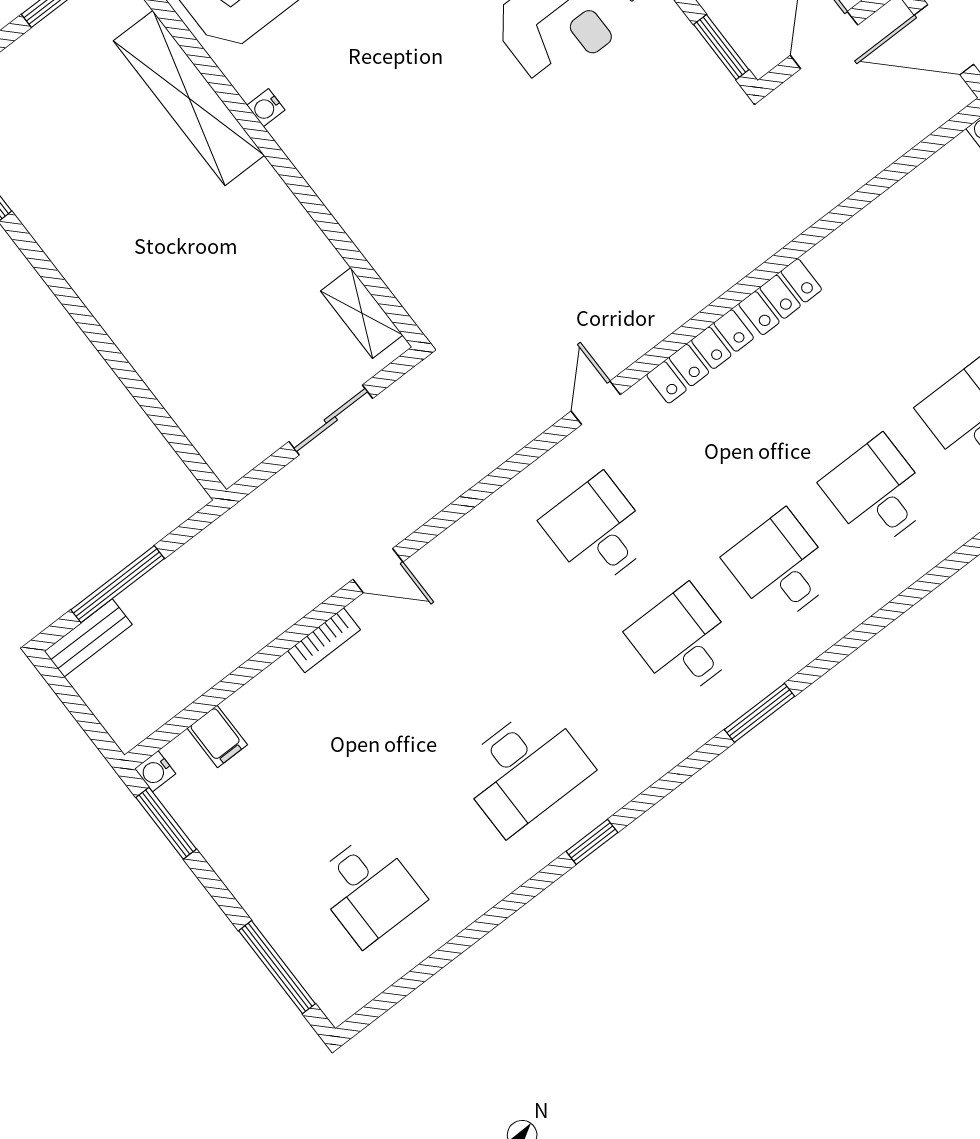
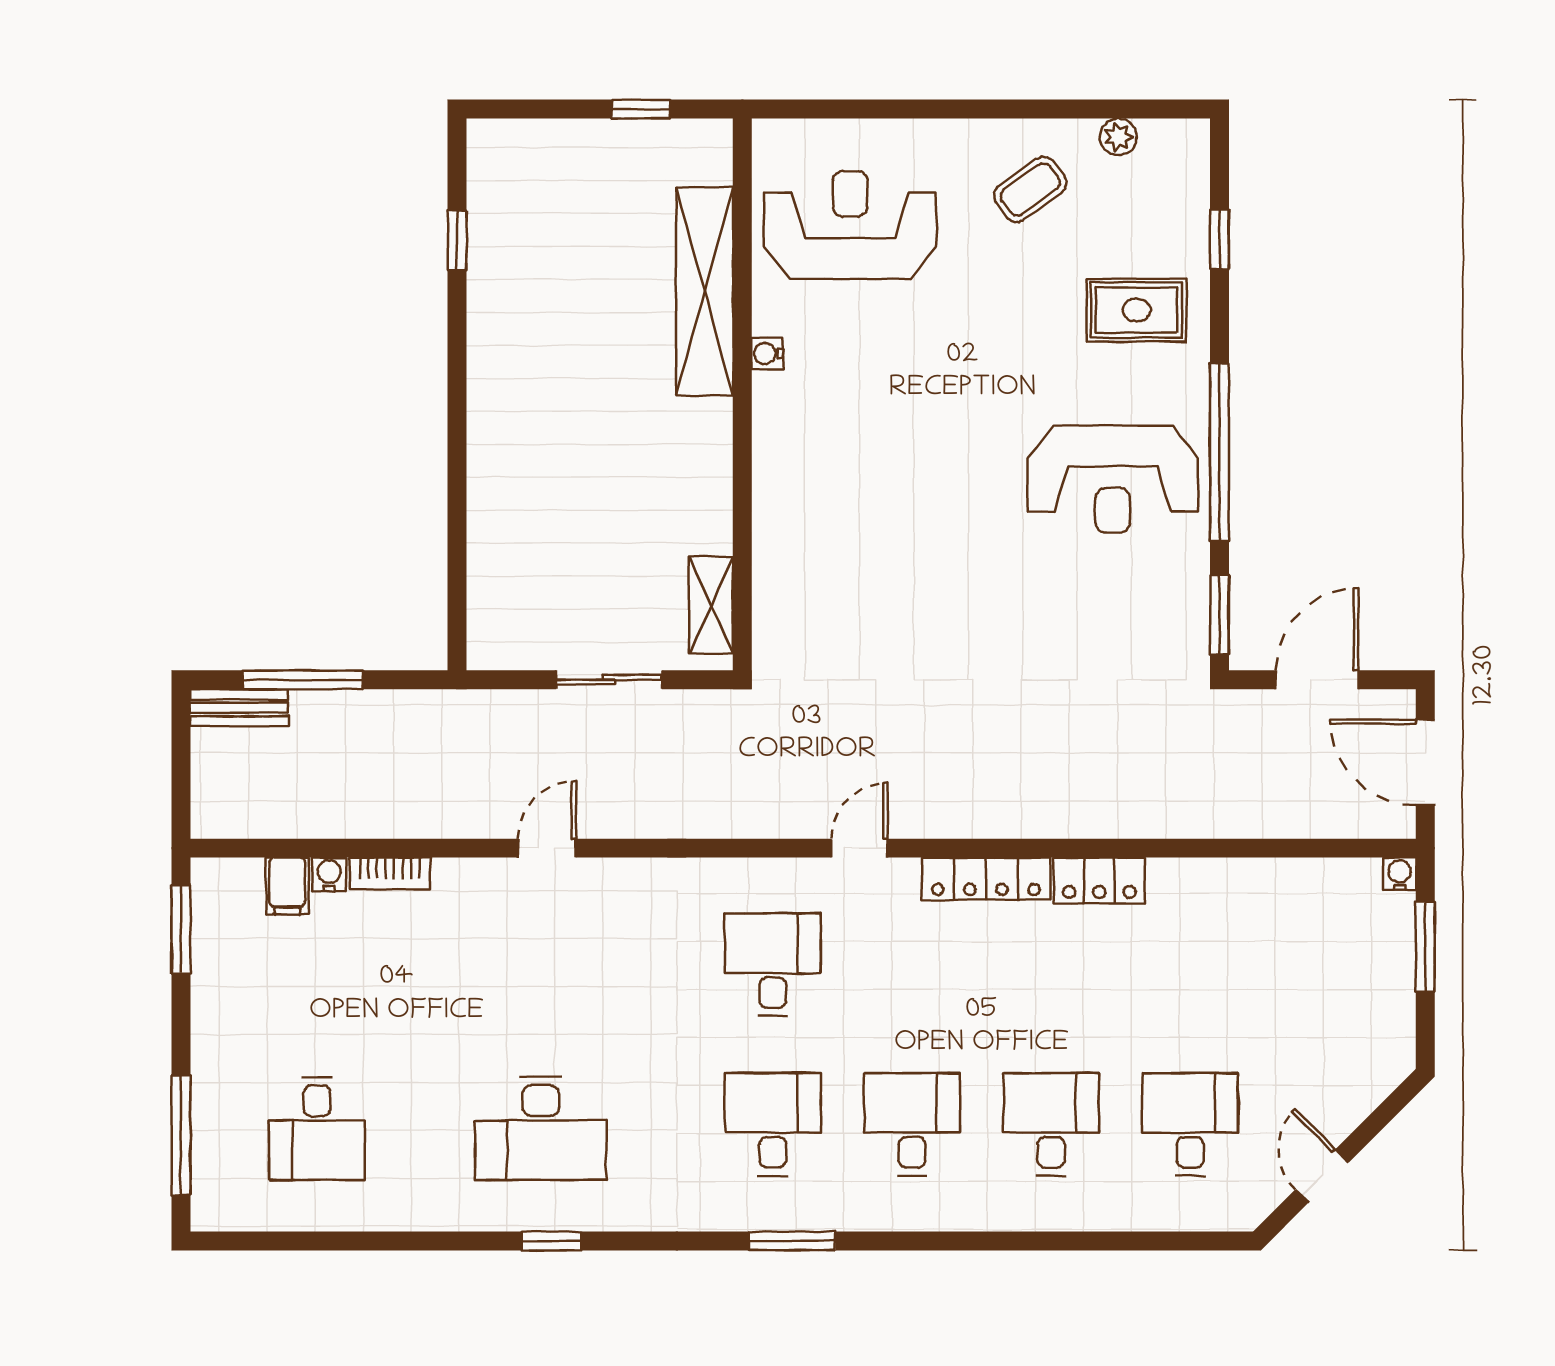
door: (378, 571) -> (547, 848), swing flipped
bookcase: (324, 640) -> (390, 874), moved
water cooler: (155, 771) -> (329, 874), moved, turned 90

